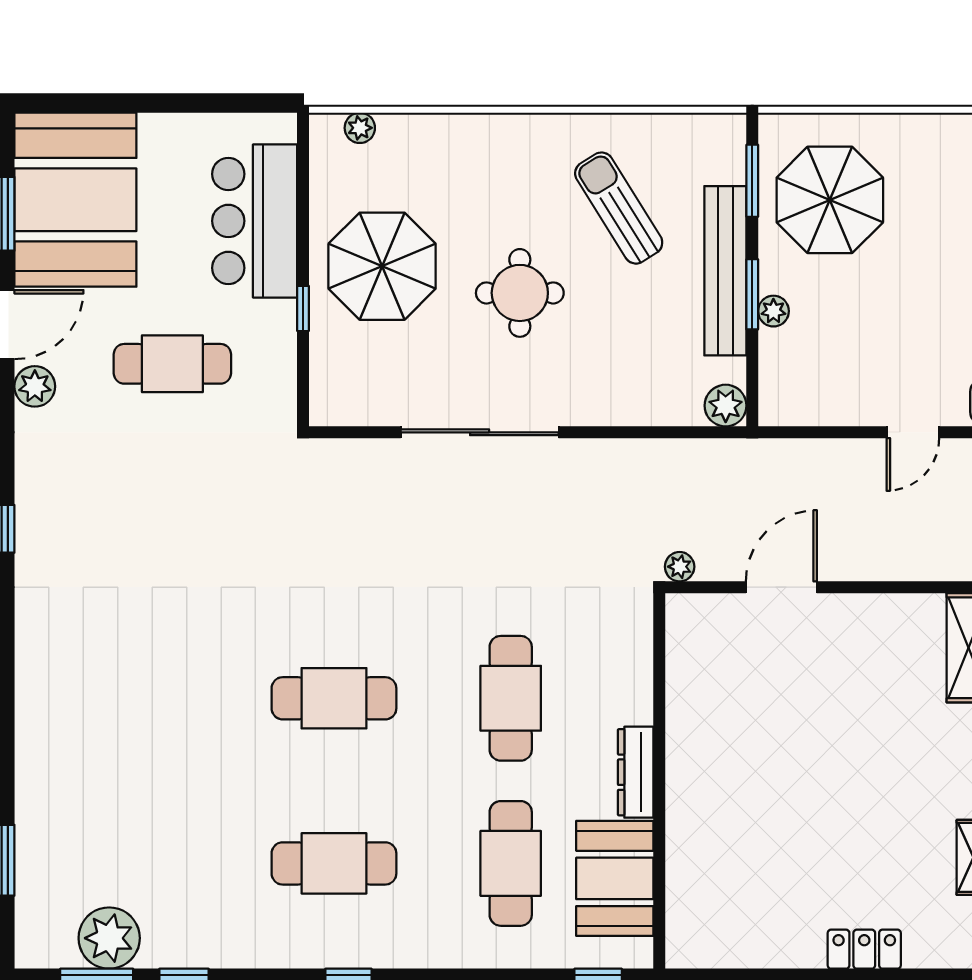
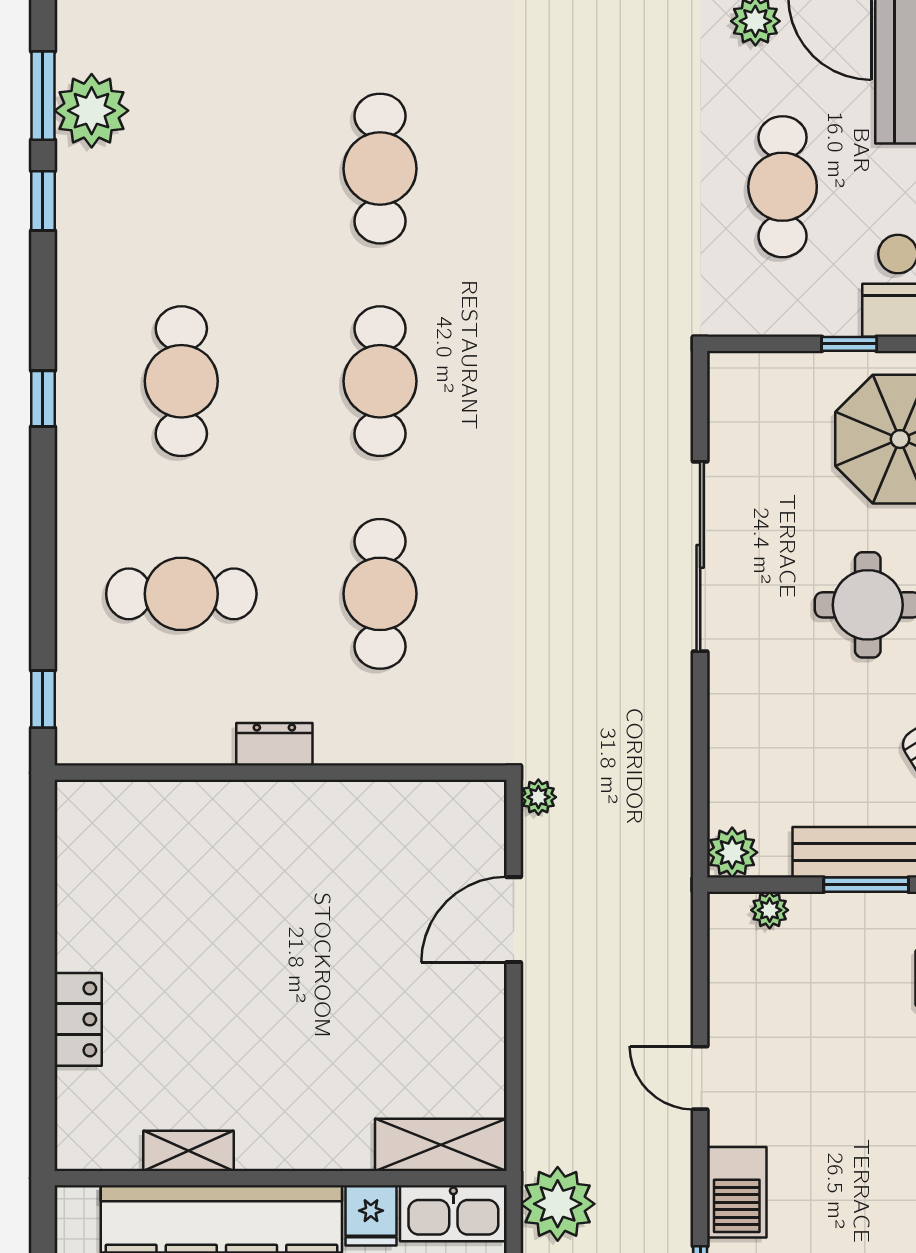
plant: (773, 311) -> (770, 910), moved
door: (781, 587) -> (514, 920), swing flipped
cafe table: (157, 698) -> (380, 169), added
cafe table: (511, 698) -> (380, 594), turned 90
dresser: (636, 772) -> (274, 744), width x0.70
booth: (615, 878) -> (163, 719), removed

